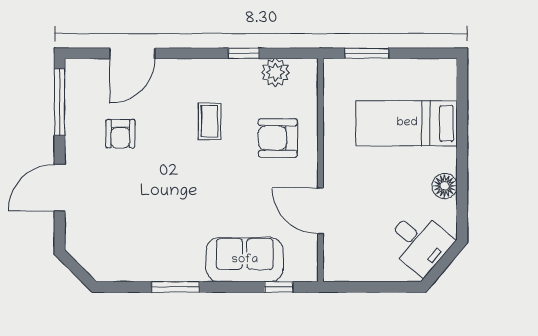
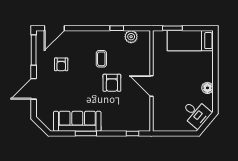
door: (132, 53) -> (54, 28), moved
bed: (407, 123) -> (190, 41), moved
armchair: (278, 138) -> (112, 83), moved, turned -90
door: (321, 211) -> (151, 86), moved
sofa: (245, 260) -> (77, 121), moved, width x1.36

